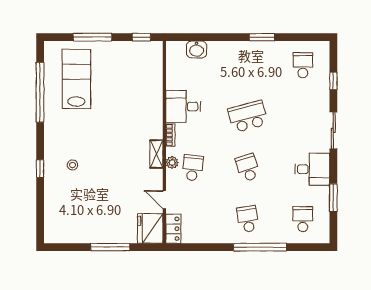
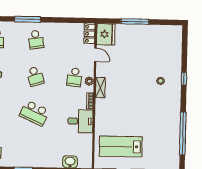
lab bench: (76, 79) -> (121, 146), moved, turned 90
school desk: (248, 116) -> (34, 113), turned 39
window: (260, 247) -> (28, 19), width x0.68

